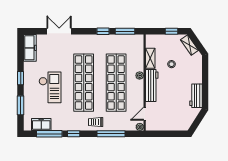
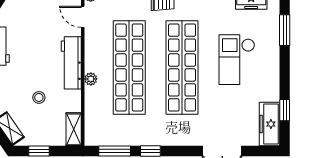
shelving: (150, 58) -> (74, 129), moved
window: (21, 78) -> (285, 110), moved
door: (145, 114) -> (83, 17), swing flipped

